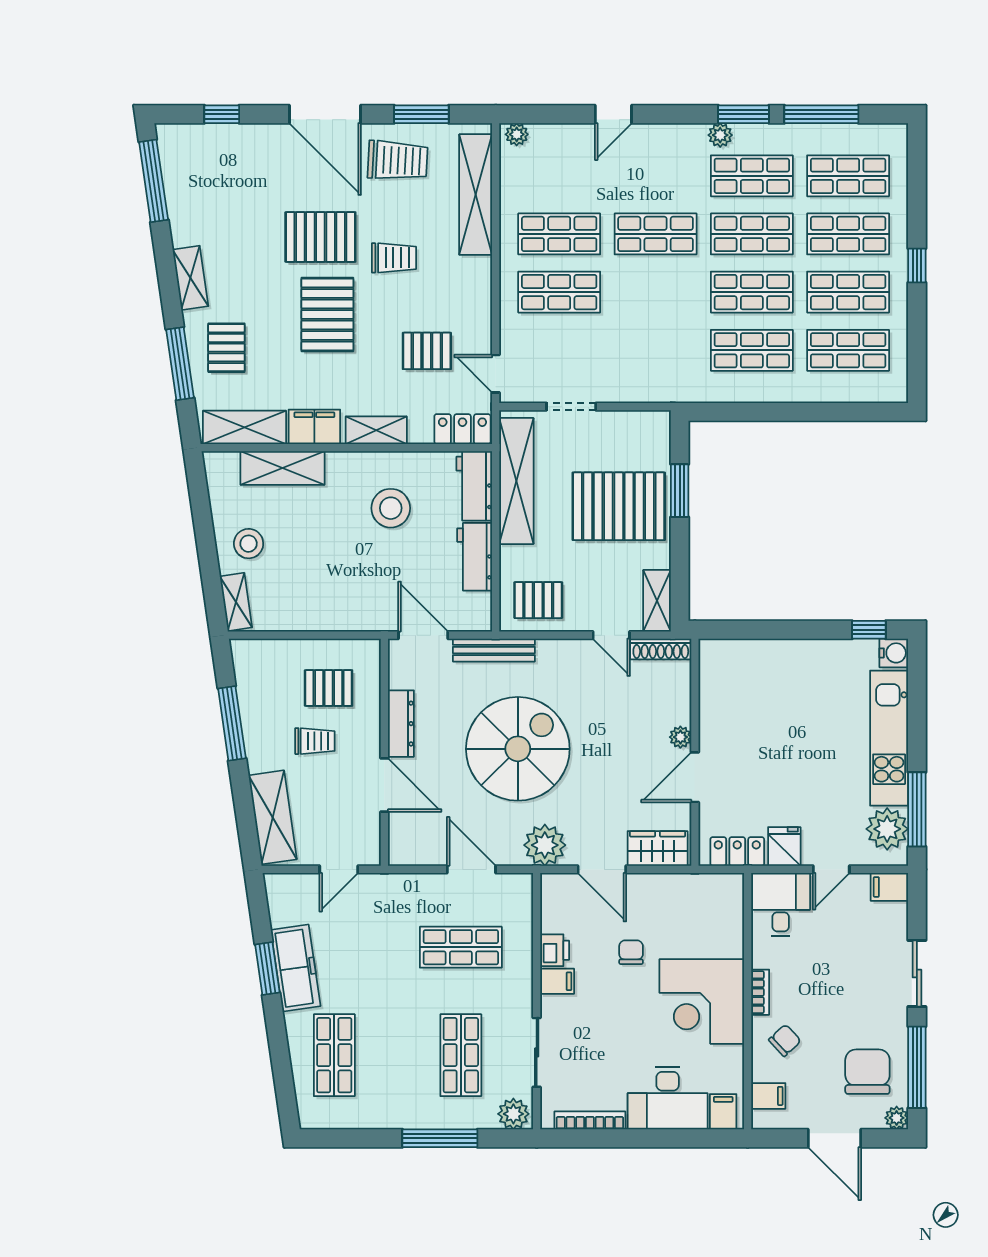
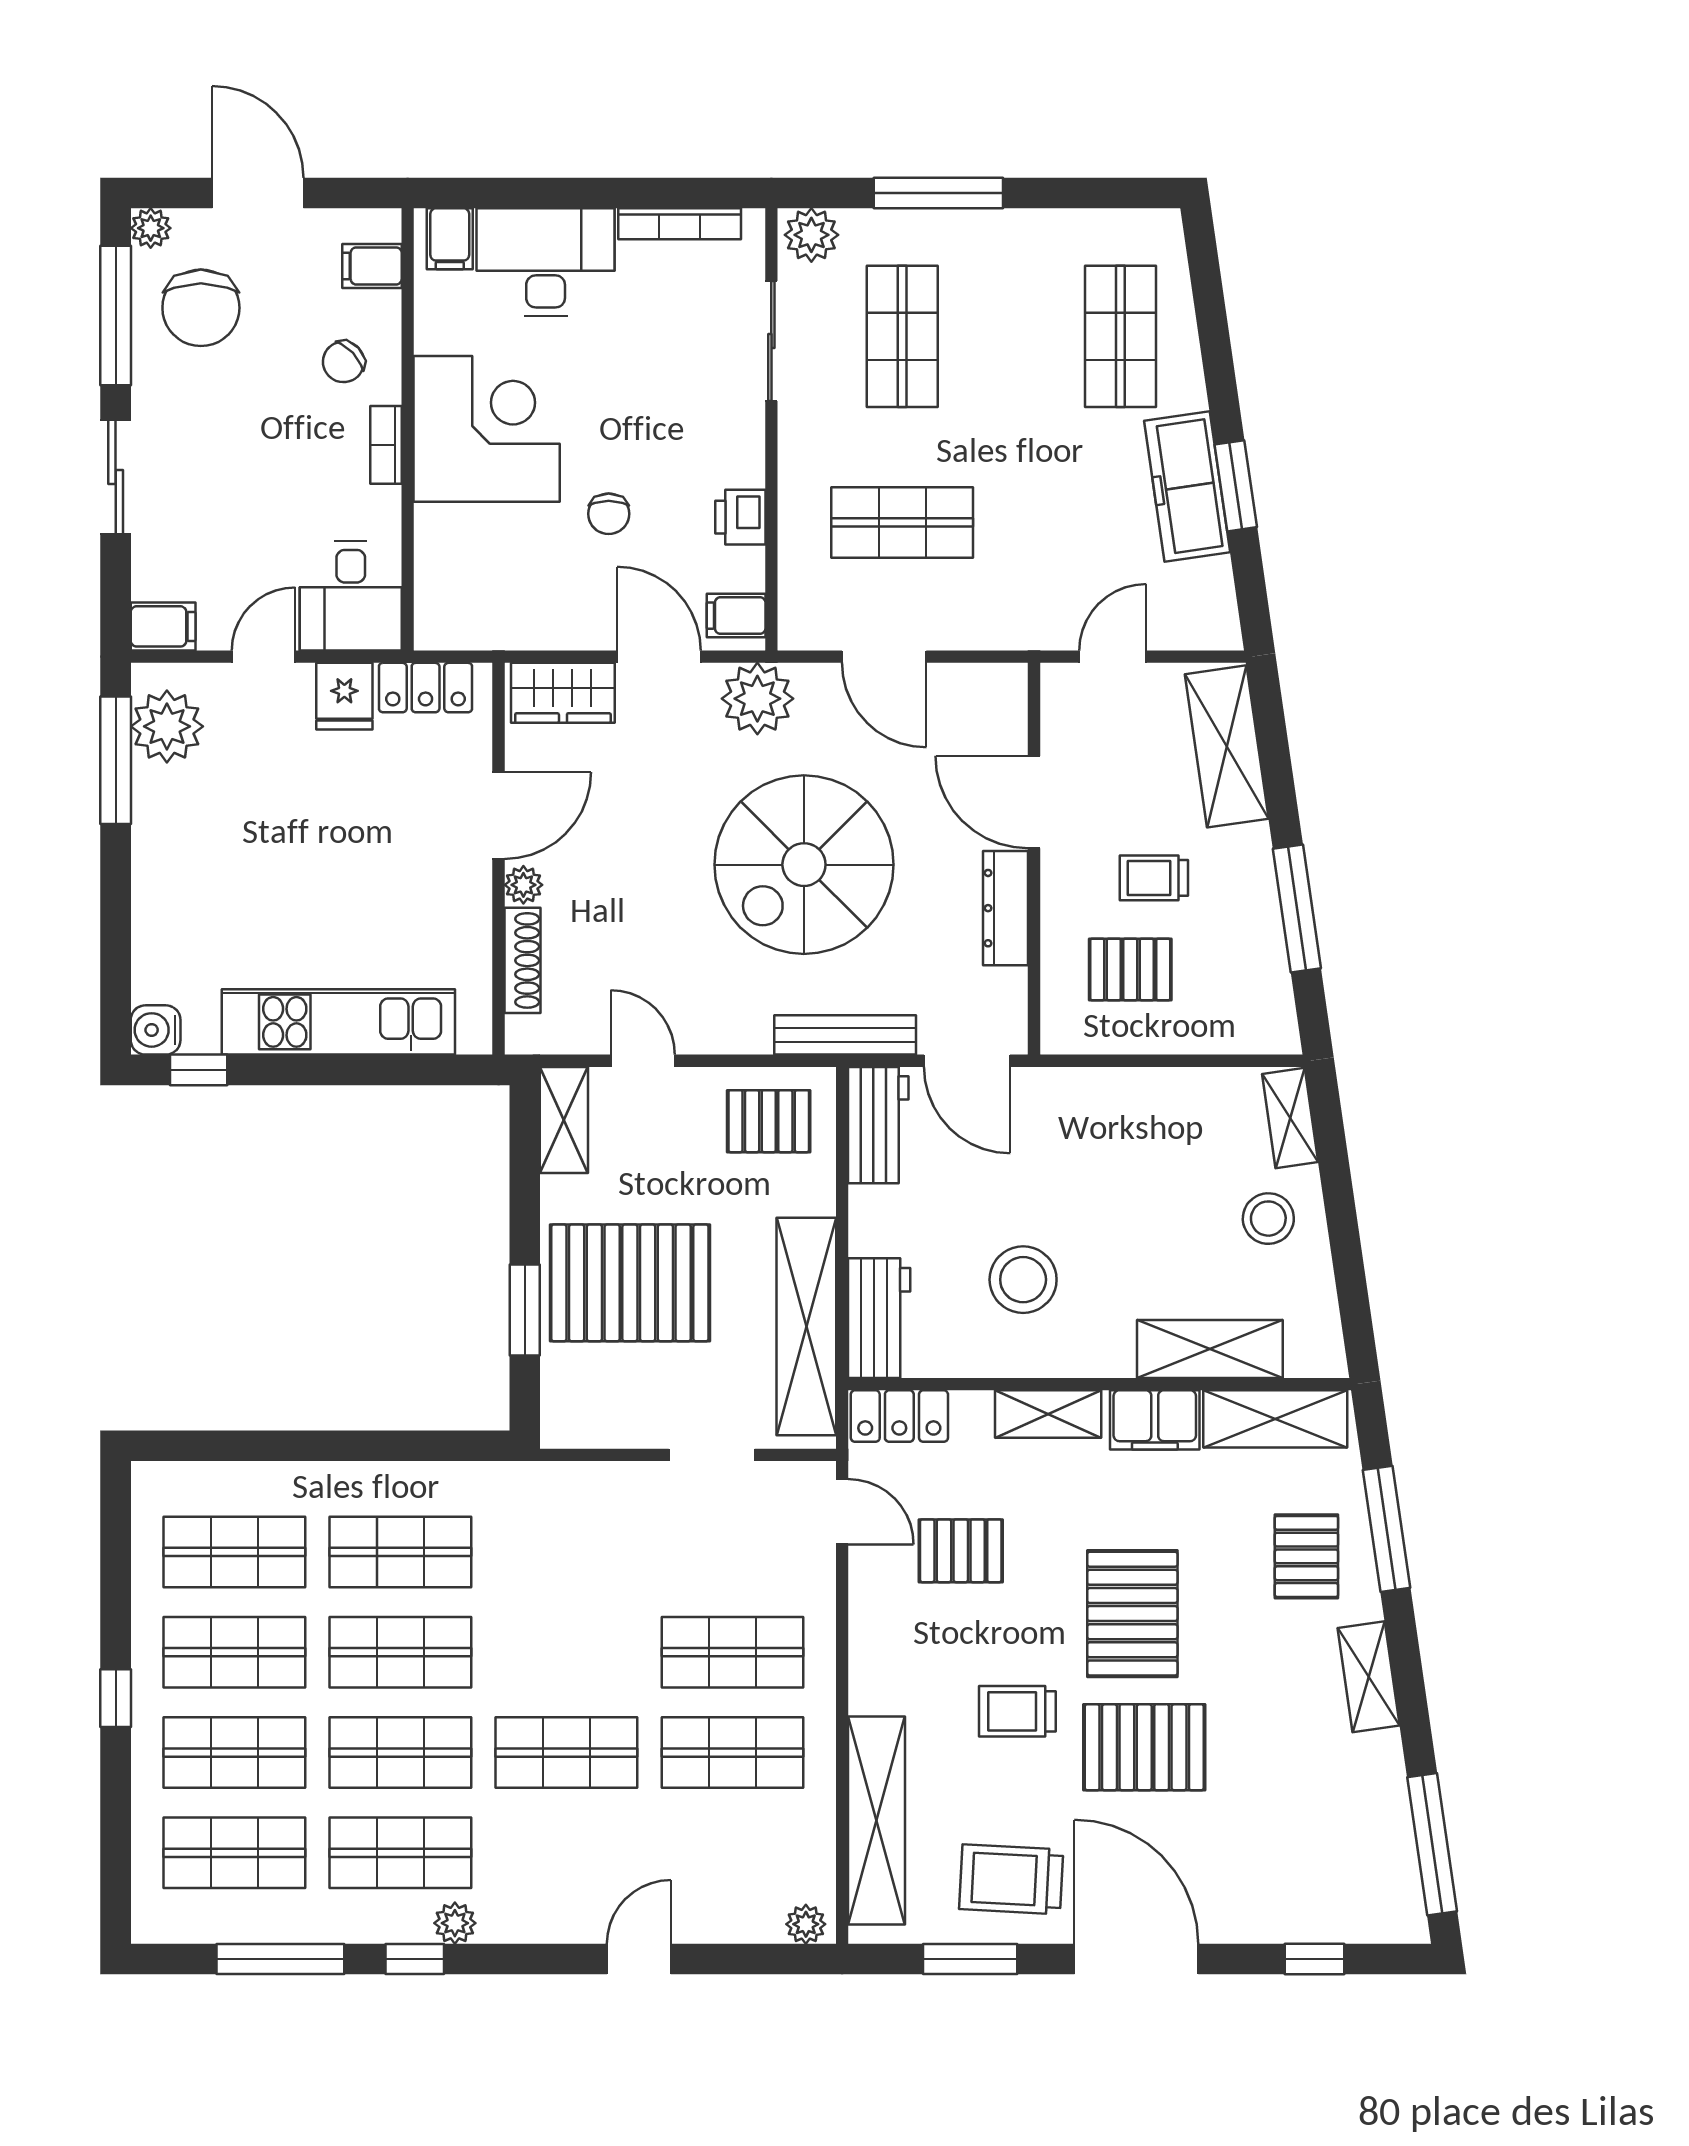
window: (743, 114) -> (415, 1959), width x0.67
workbench: (475, 557) -> (878, 1125), moved
shoe rack: (661, 649) -> (523, 960), moved, turned 90
kitchen unit: (889, 738) -> (338, 1022), moved, turned -90
filing cabinet: (557, 981) -> (736, 616), moved

